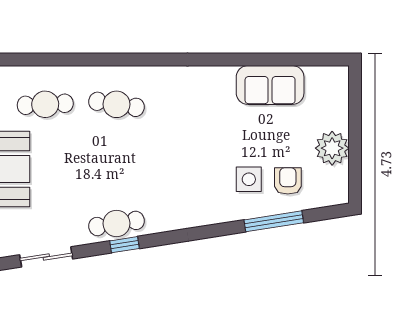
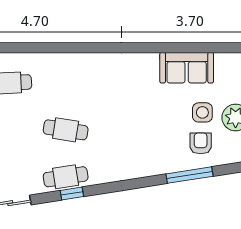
cafe table: (116, 104) -> (66, 130), moved
side table: (249, 179) -> (202, 112), moved

